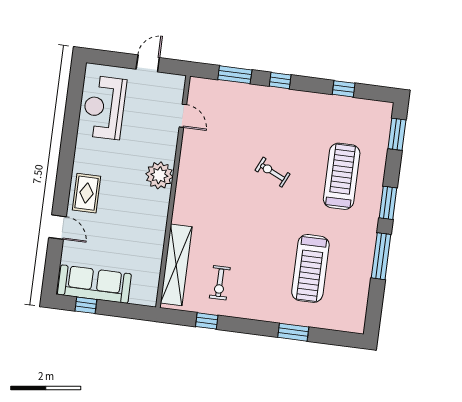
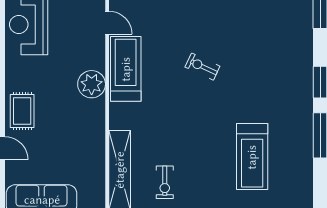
treadmill: (342, 176) -> (126, 69), moved

